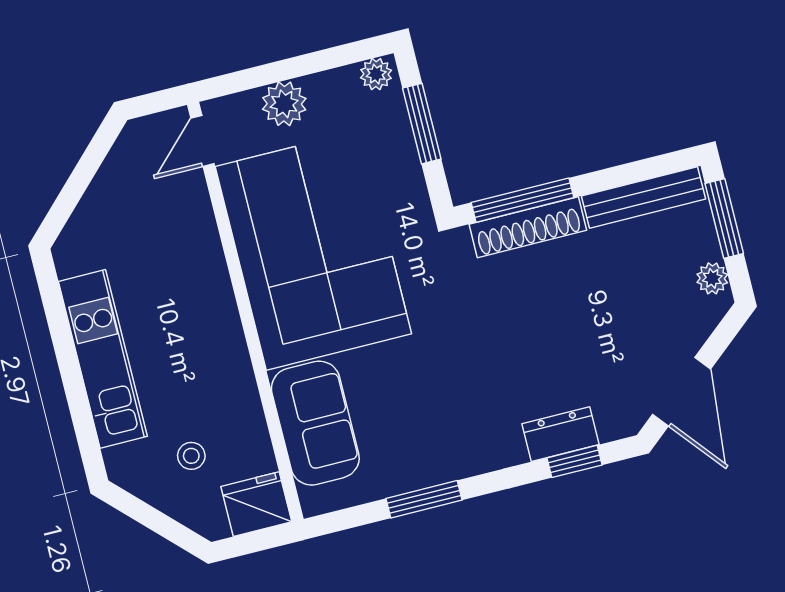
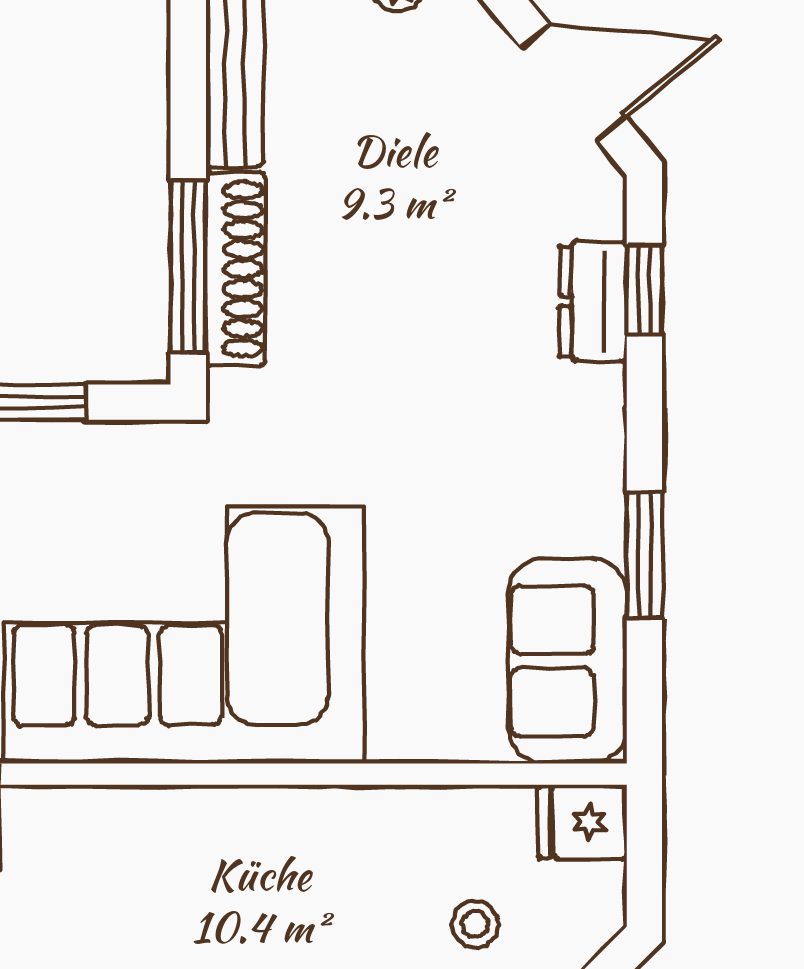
sofa: (315, 423) -> (568, 661), moved, turned -90
fridge: (256, 504) -> (582, 822), width x0.72

